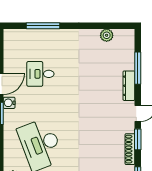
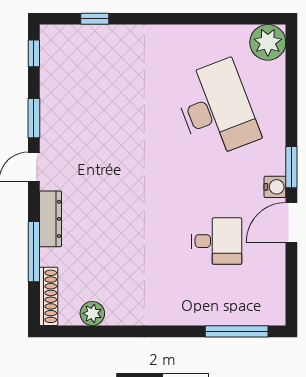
window: (43, 26) -> (237, 331), moved
shoe rack: (130, 149) -> (49, 296), moved

